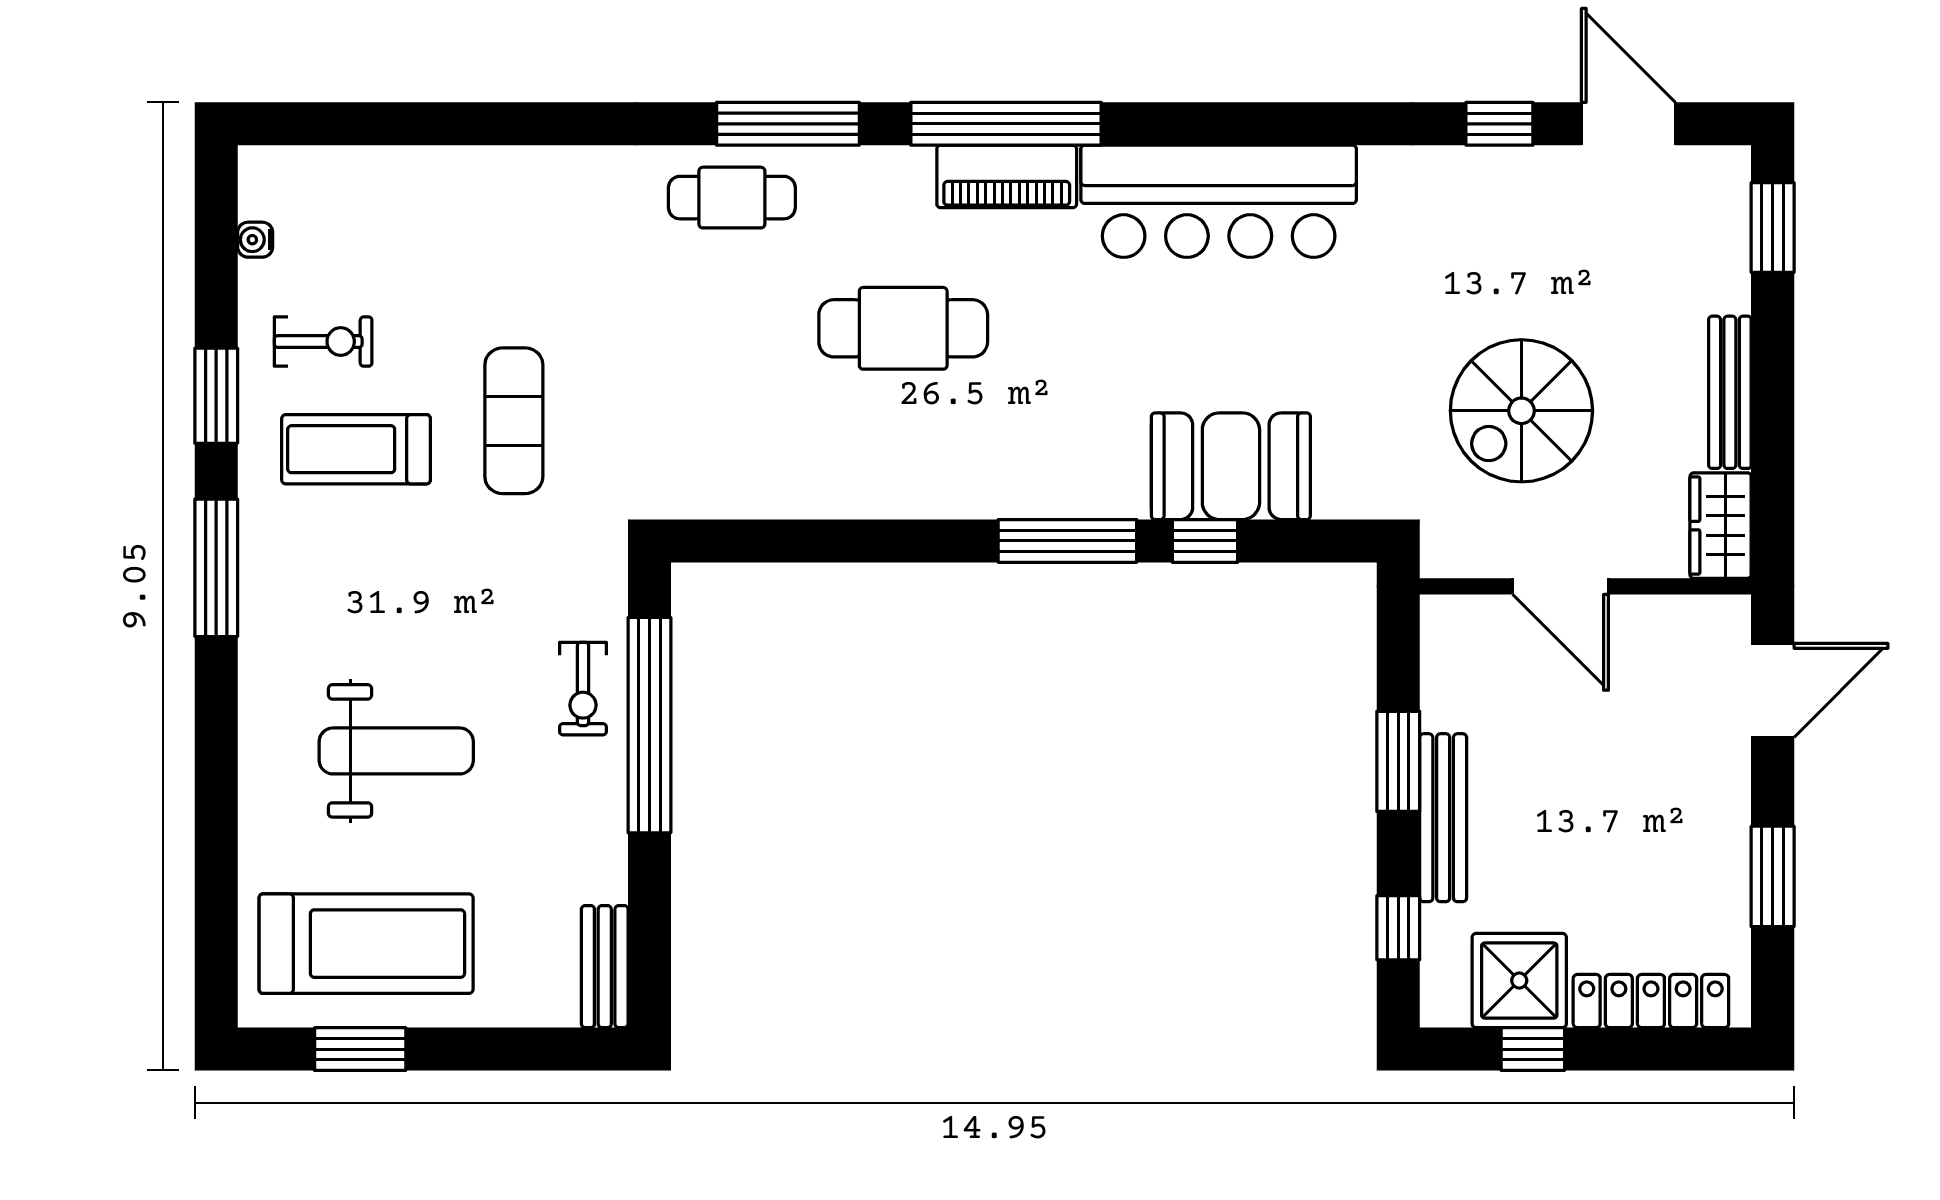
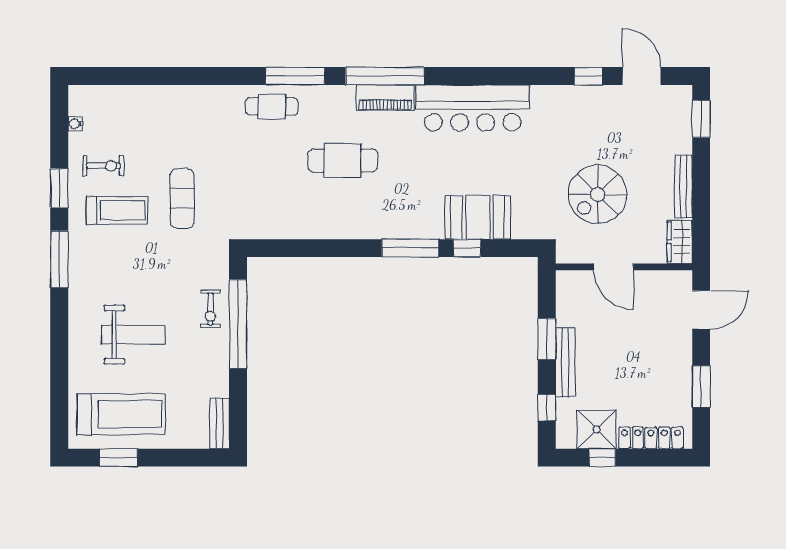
treadmill: (356, 449) -> (117, 210), turned 180

